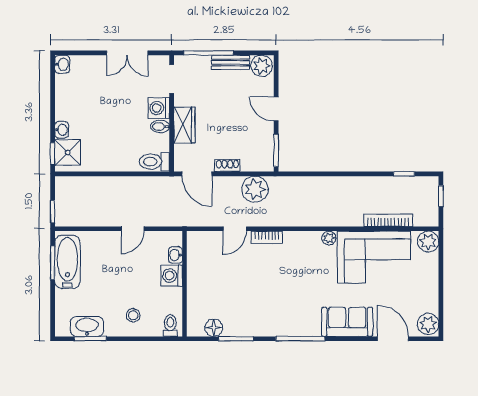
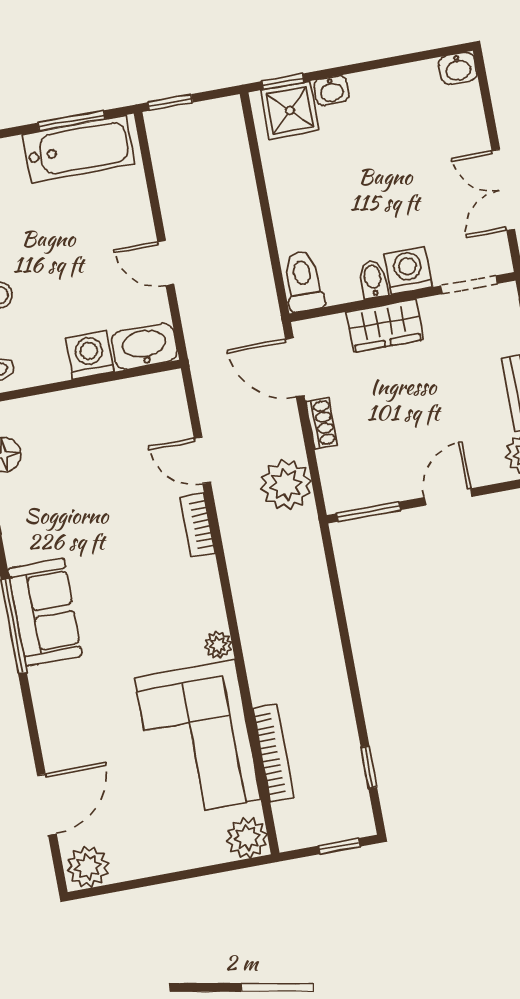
door: (197, 174) -> (295, 367), hinge flipped
washbasin: (175, 255) -> (144, 346), width x1.91, depth x1.45
sofa: (347, 322) -> (45, 612), moved

